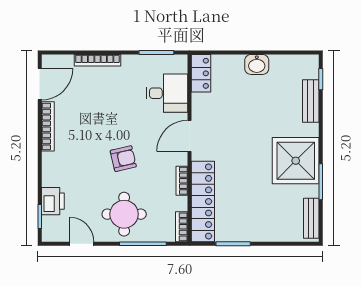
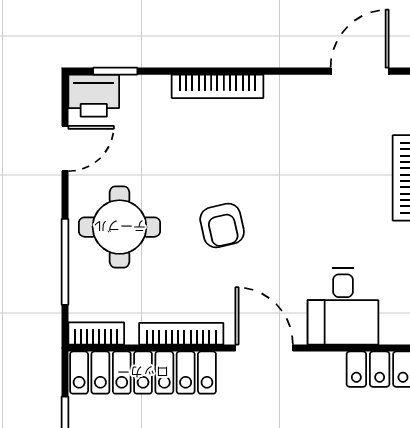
door: (40, 84) -> (360, 71), swing flipped
bookcase: (48, 126) -> (217, 86), moved
bookcase: (182, 181) -> (181, 334), width x1.56
printer: (53, 201) -> (94, 96), moved

